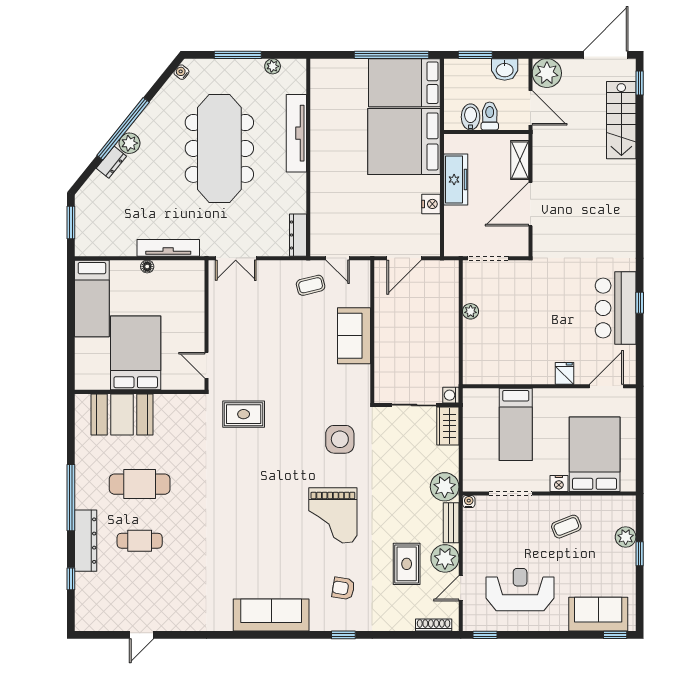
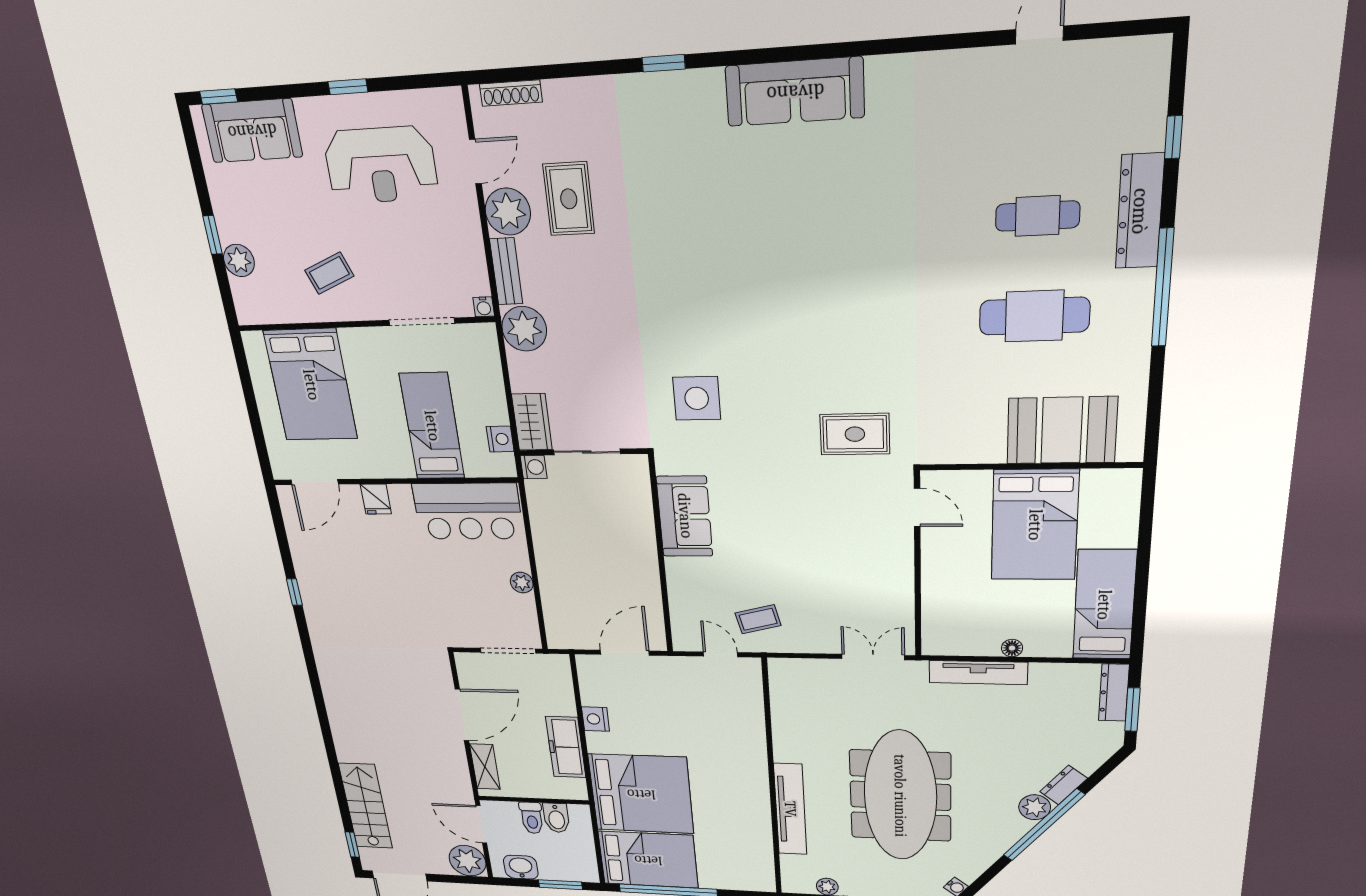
dresser: (298, 235) -> (1114, 693), moved, turned 180
bar counter: (616, 308) -> (468, 511), moved, turned 90
sofa: (354, 336) -> (685, 516), moved
nightstand: (559, 484) -> (500, 439), moved, turned 90
grand piano: (333, 515) -> (698, 275), removed
armchair: (343, 588) -> (671, 150), removed
window: (485, 635) -> (348, 87), moved

